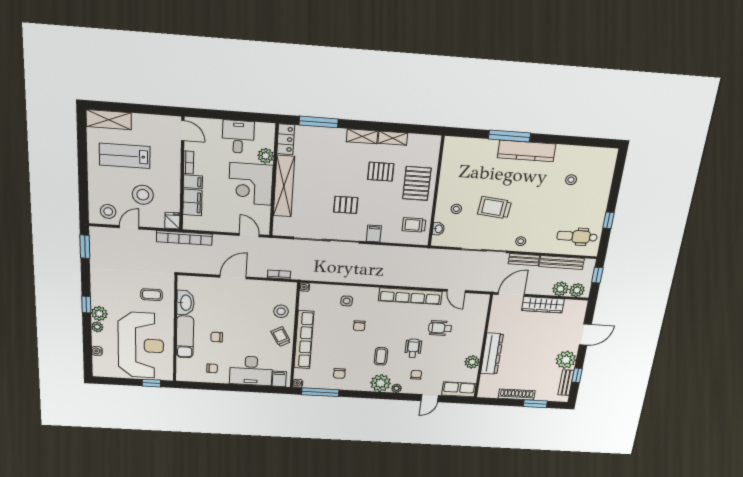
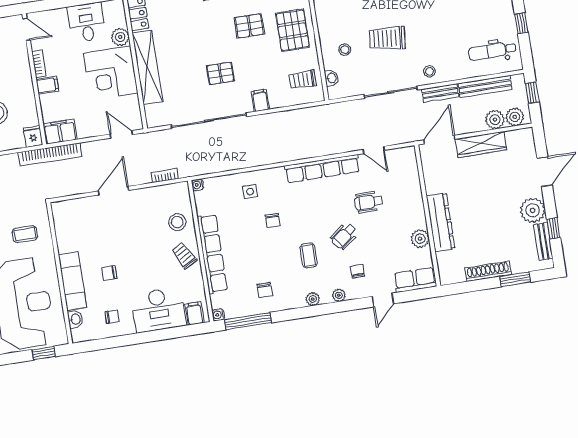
filing cabinet: (192, 202) -> (60, 132), moved, turned -90
washbasin: (185, 303) -> (75, 319), moved, width x0.52, depth x0.69
wheelchair: (413, 348) -> (344, 236), turned -128
plant: (381, 383) -> (313, 299), width x0.53, depth x0.53

